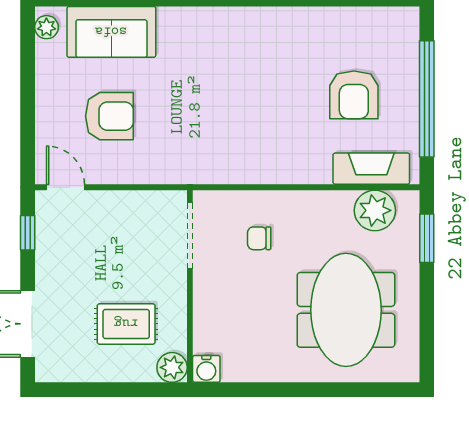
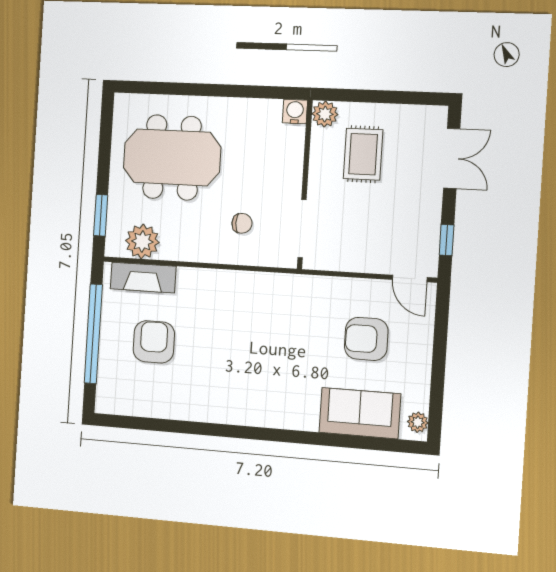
meeting table: (346, 310) -> (172, 157), turned 90
rug: (126, 324) -> (363, 154), turned 90

